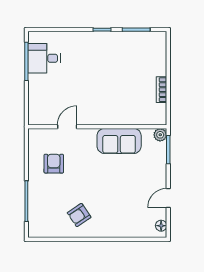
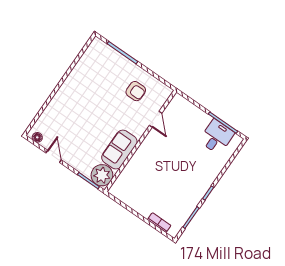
bookcase: (162, 90) -> (159, 223), moved
plant: (160, 135) -> (102, 175), width x1.88, depth x1.88
armchair: (79, 215) -> (86, 84), removed

